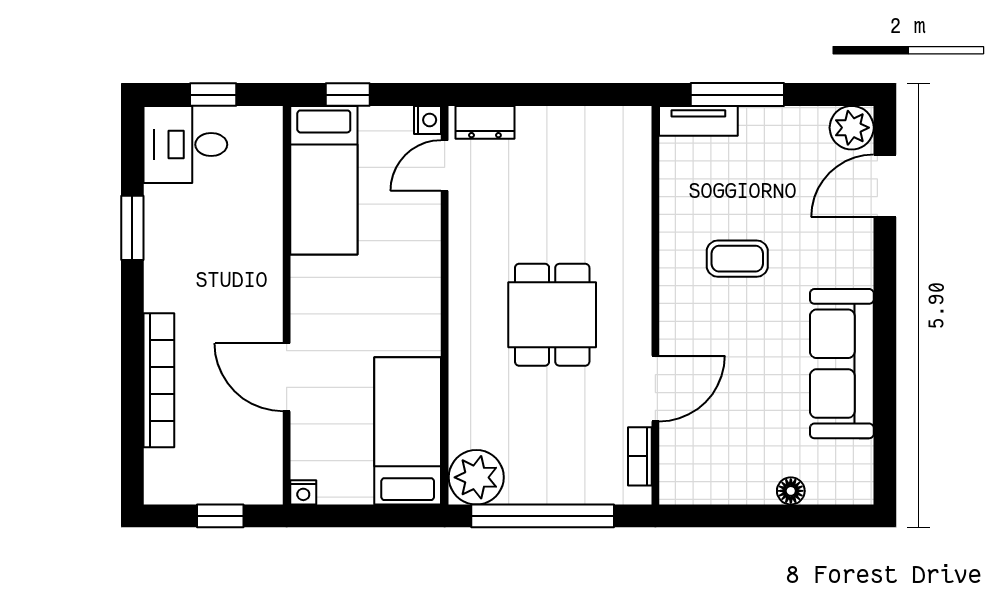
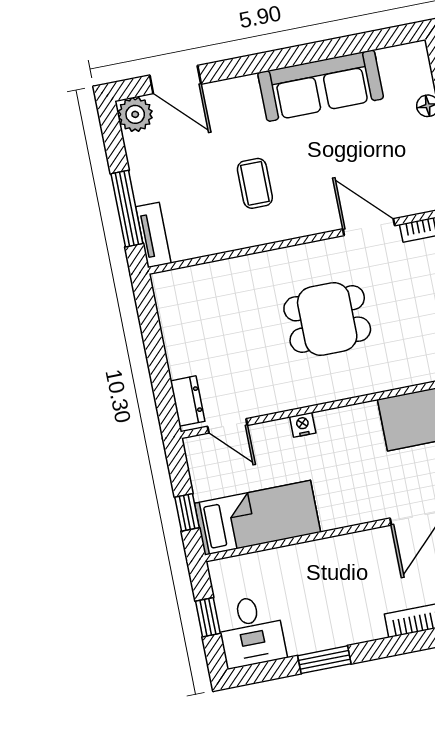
nightstand: (427, 120) -> (303, 425), moved

